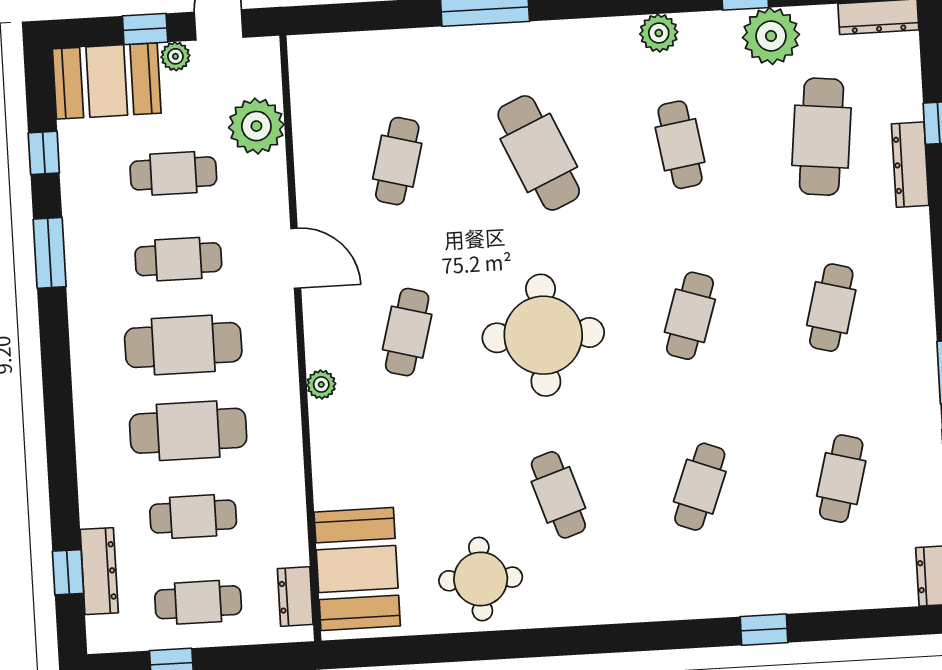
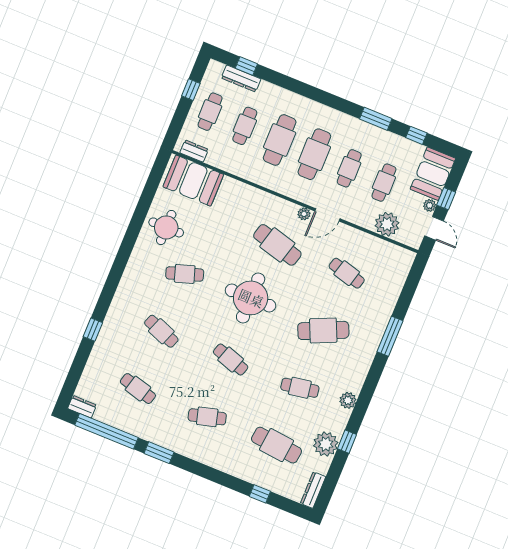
dresser: (910, 165) -> (249, 475), removed
cafe table: (831, 308) -> (207, 417), turned -30
cafe table: (407, 332) -> (277, 245), width x1.37, depth x1.35
plant: (321, 384) -> (304, 214), moved

